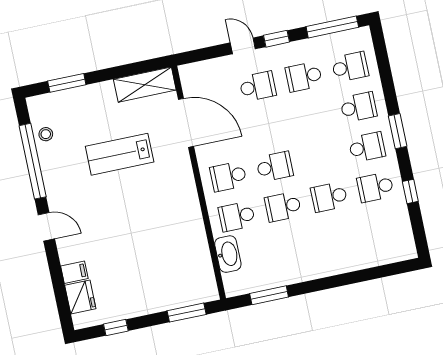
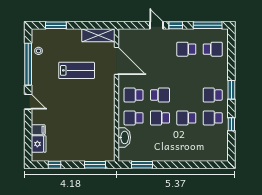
school desk: (258, 86) -> (160, 49), removed
school desk: (358, 107) -> (213, 72), removed
school desk: (367, 147) -> (213, 95), turned 180
lab bench: (120, 154) -> (77, 70), turned 180

